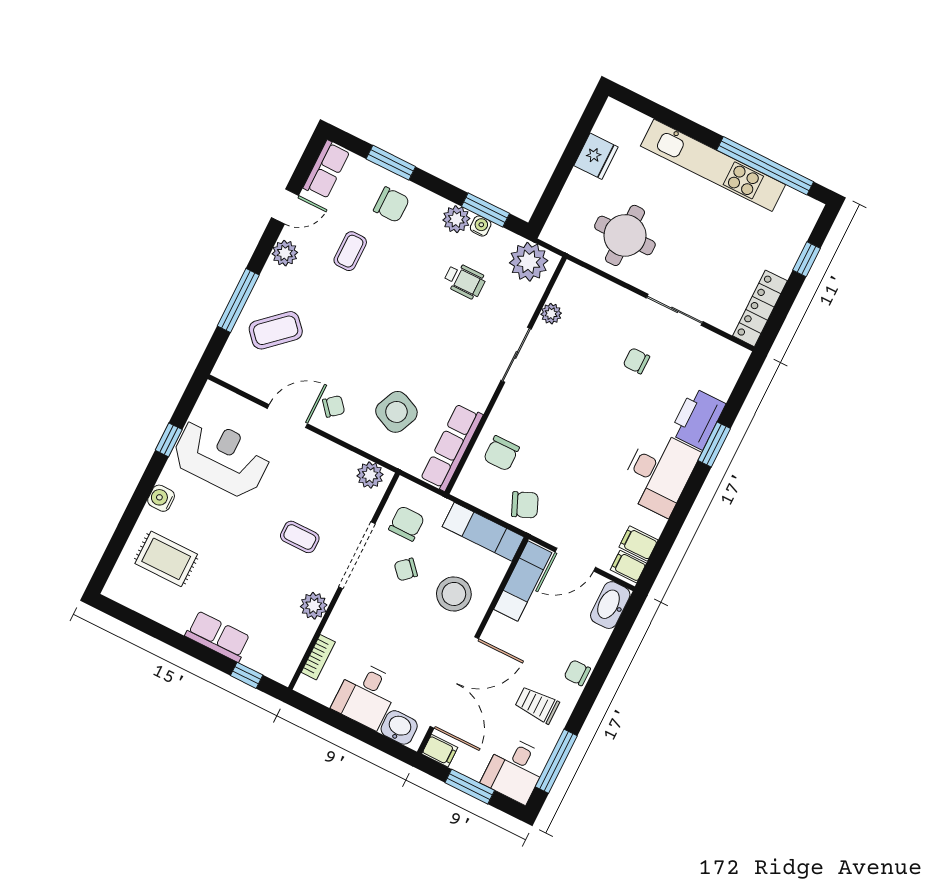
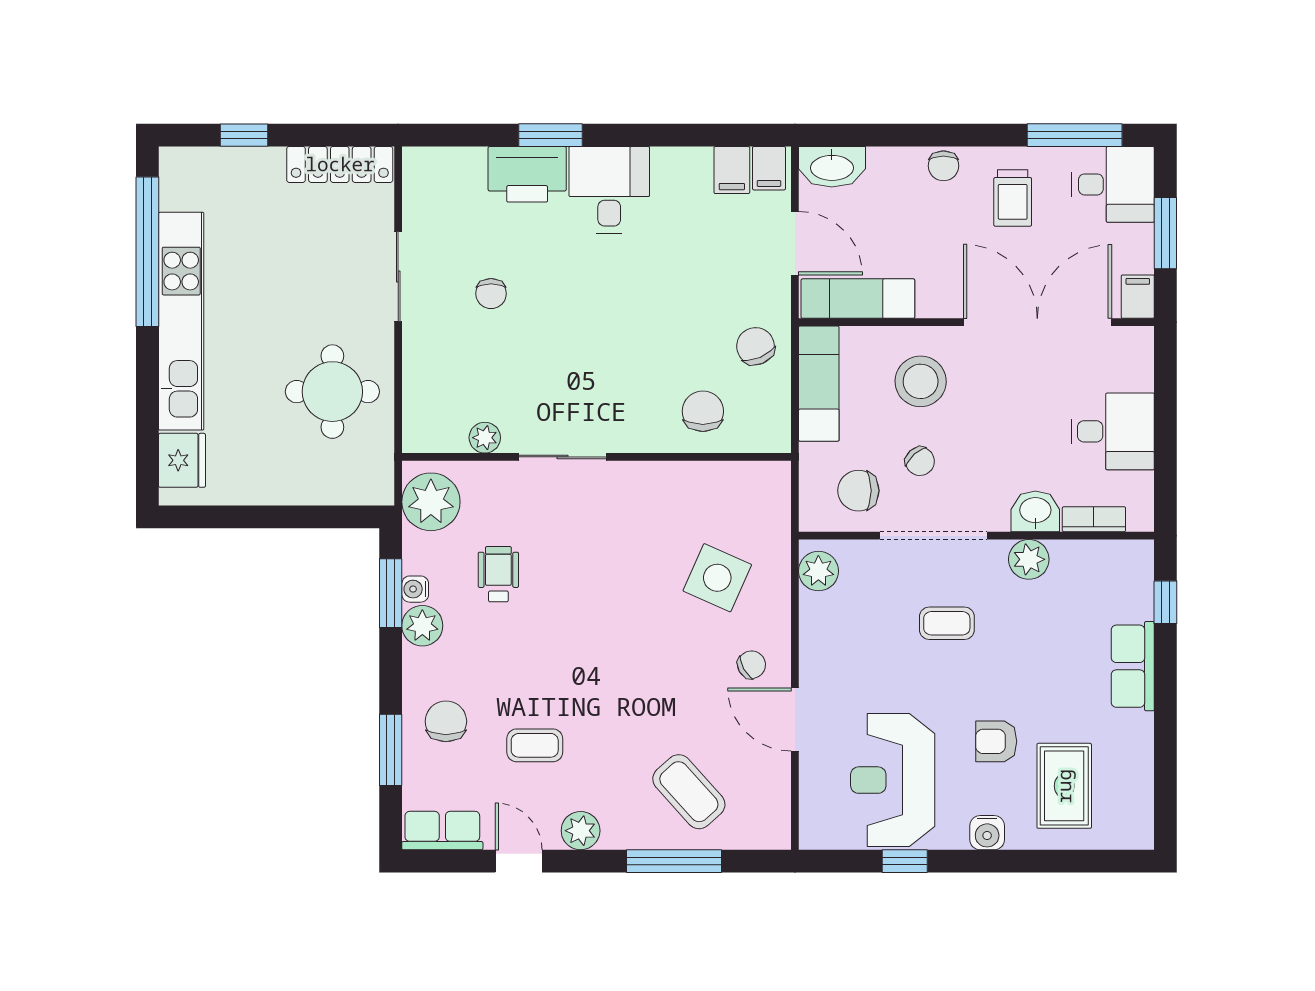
fridge: (596, 156) -> (182, 460), moved, turned 90
chair: (334, 406) -> (751, 665), turned 101
row of seats: (452, 447) -> (727, 481), removed
chair: (501, 453) -> (703, 411), turned -90
desk: (659, 473) -> (609, 190), width x0.73
armchair: (214, 531) -> (996, 741), added
coffee table: (300, 537) -> (947, 623), turned 90
washbasin: (399, 727) -> (1035, 511), moved, turned 90

